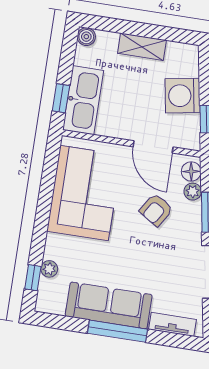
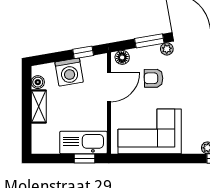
boiler: (86, 37) -> (38, 82), moved
plant: (193, 192) -> (167, 49), moved
armchair: (156, 210) -> (154, 78), turned 147

